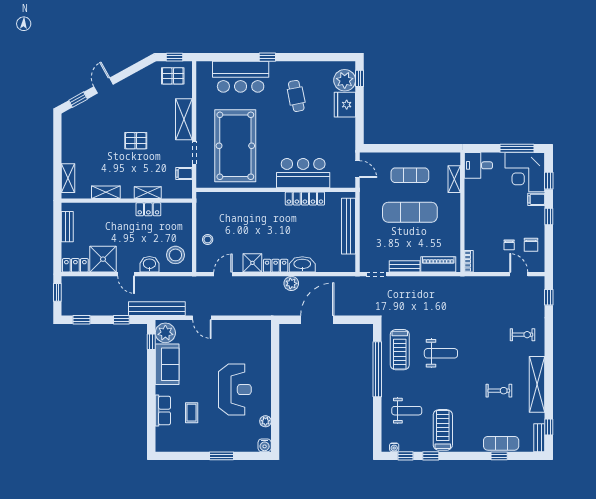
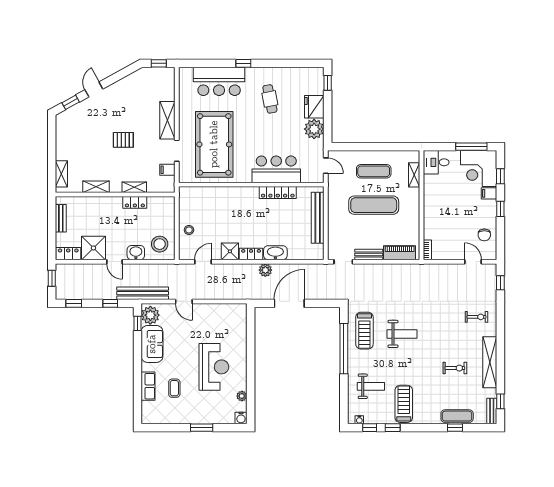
pallet: (173, 76) -> (157, 81), removed
plant: (345, 80) -> (314, 129), moved
chair: (509, 245) -> (464, 235), removed

